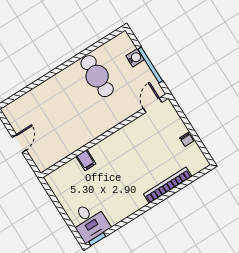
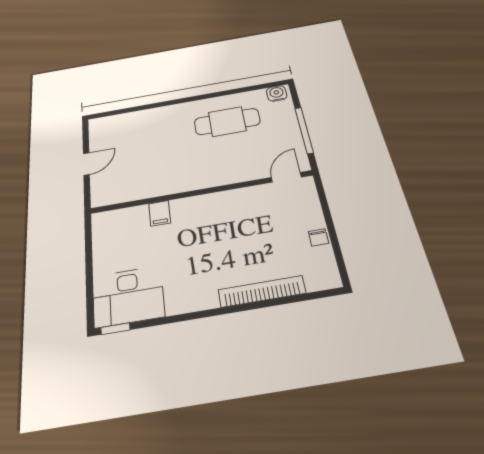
water cooler: (135, 58) -> (277, 93), moved, turned -90
cafe table: (97, 76) -> (227, 122), turned 90
desk: (89, 222) -> (128, 296), width x1.37

